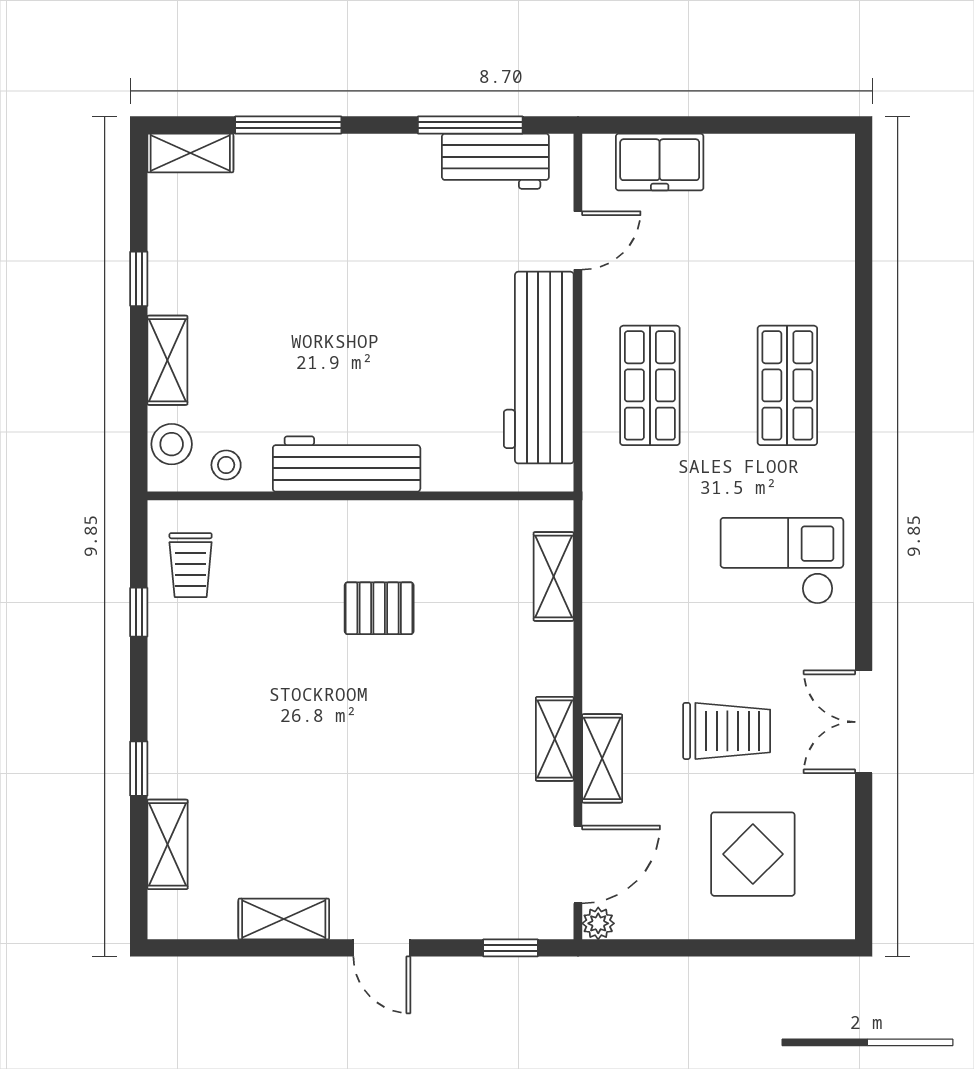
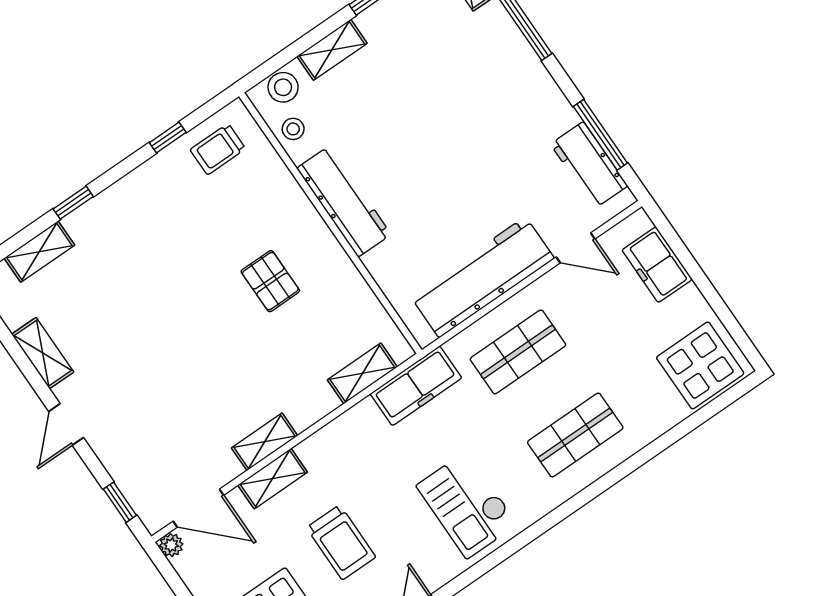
display table: (806, 192) -> (700, 365), added
freezer: (609, 526) -> (416, 386), added
checkout: (782, 561) -> (467, 505), turned 180

